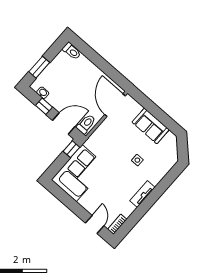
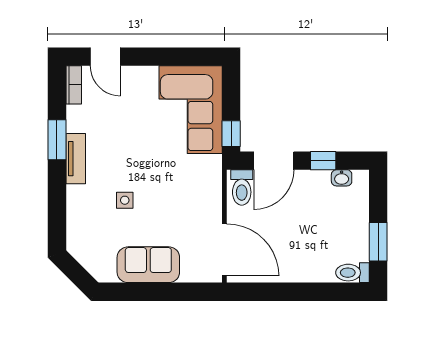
window: (39, 67) -> (378, 242), moved
window: (143, 208) -> (57, 140), added

